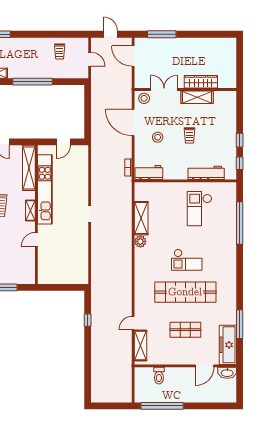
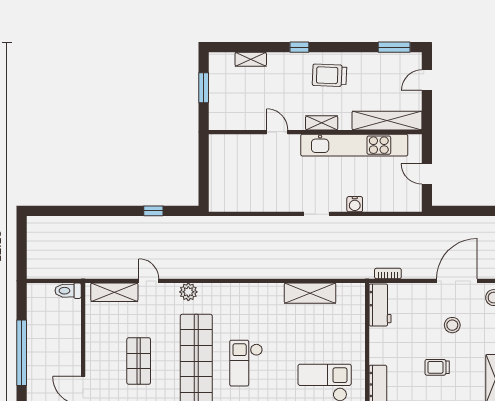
stool: (158, 137) -> (452, 325), moved
water cooler: (83, 189) -> (355, 204), added
plant: (140, 241) -> (188, 292), moved
toilet: (159, 376) -> (68, 291), moved
window: (162, 406) -> (22, 353), moved

